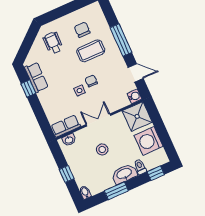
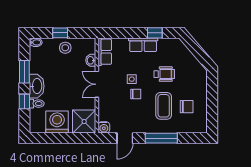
wheelchair: (53, 43) -> (164, 74), moved
row of seats: (36, 77) -> (143, 45), moved
double door: (98, 120) -> (97, 84), swing flipped
washbasin: (69, 140) -> (91, 60), moved
stool: (102, 150) -> (65, 48), moved
window: (156, 173) -> (24, 101), moved

